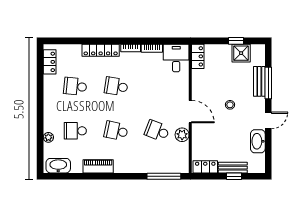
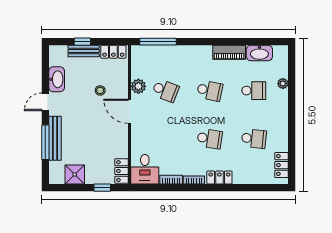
window: (236, 41) -> (102, 188), moved
locker: (101, 50) -> (219, 178), width x0.66
bench: (259, 81) -> (55, 138), width x1.36
stool: (230, 105) -> (100, 90), moved
washbasin: (58, 166) -> (259, 53), moved

